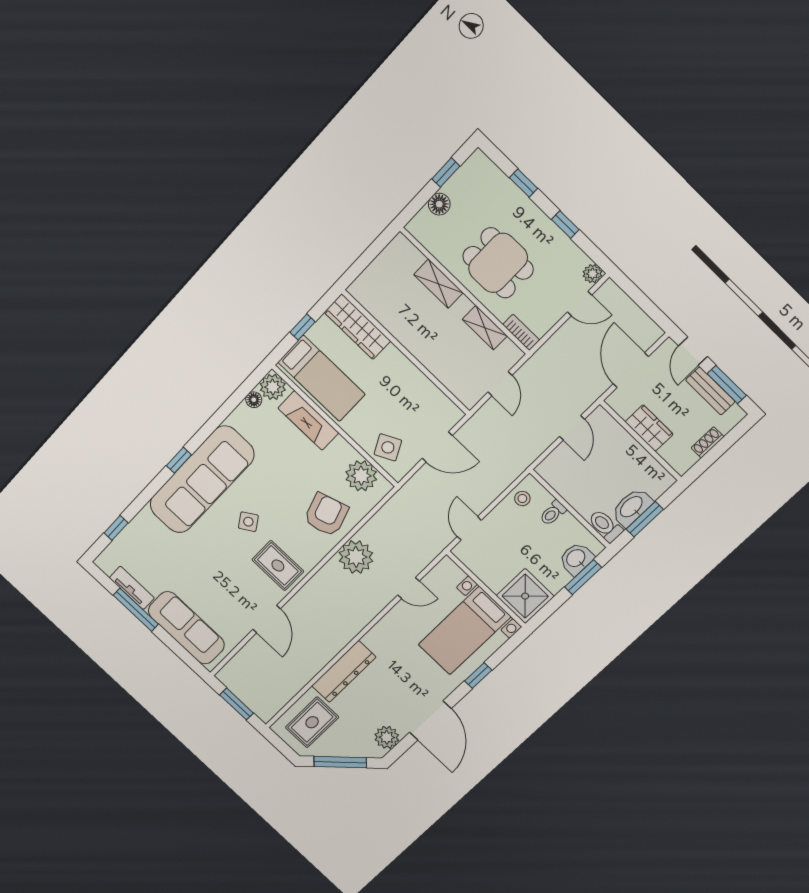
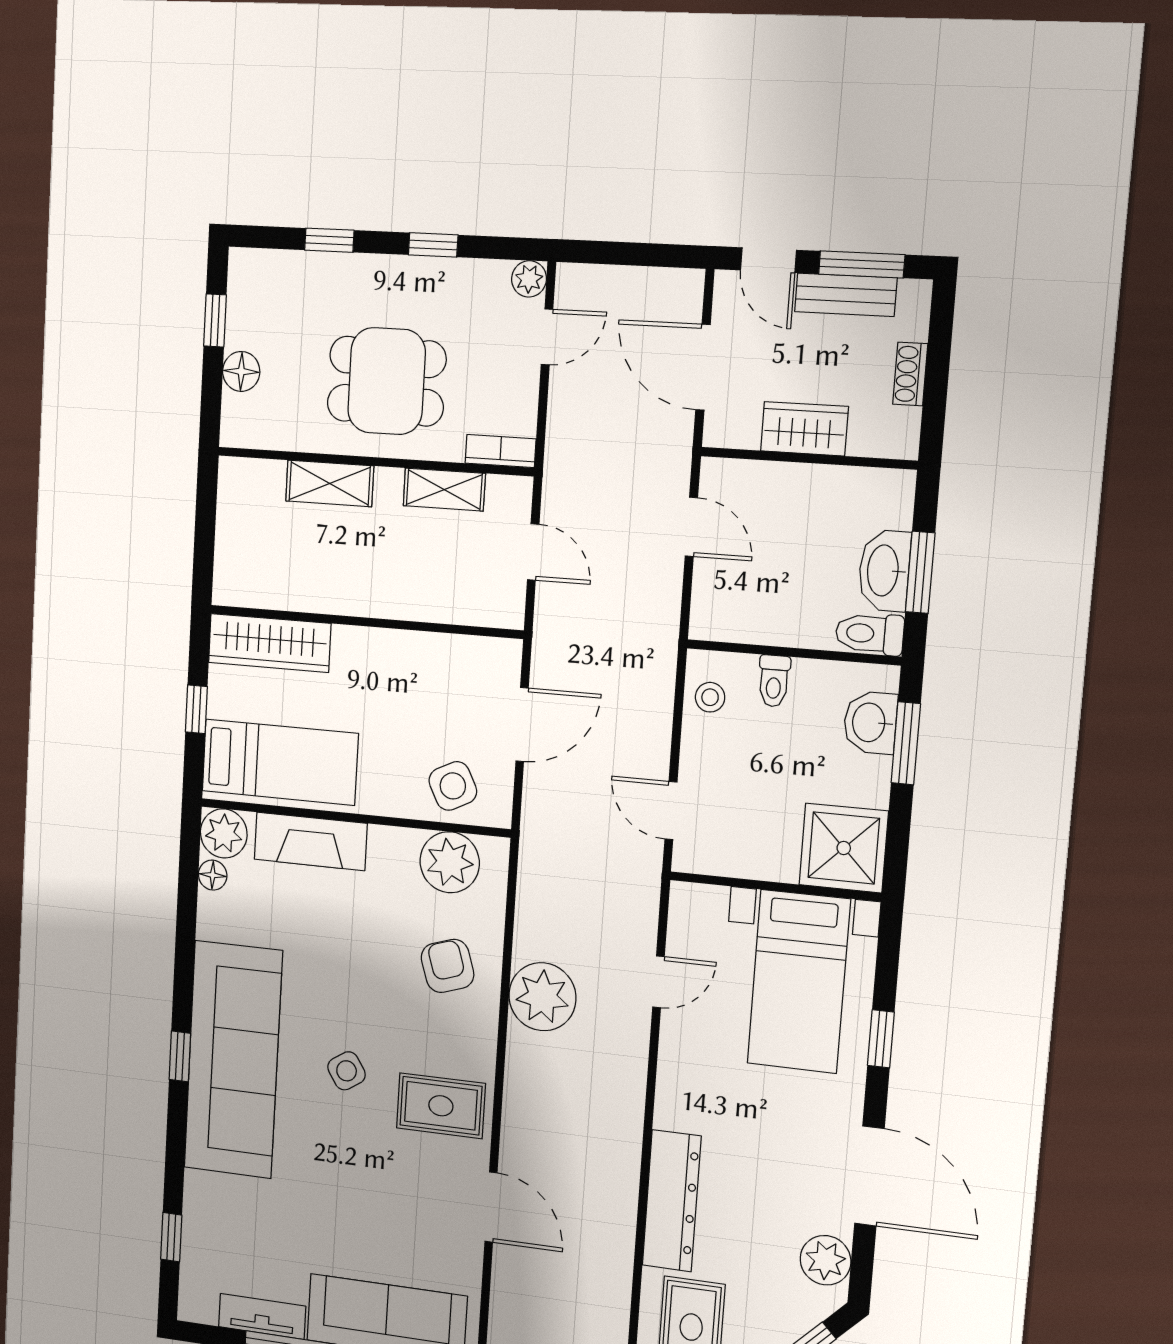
armchair: (326, 515) -> (447, 966), width x0.72, depth x0.72

